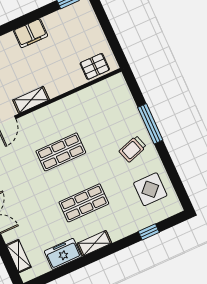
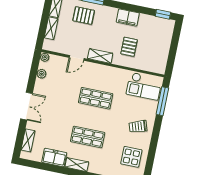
pallet: (95, 66) -> (129, 47), moved, turned 90
checkout: (106, 98) -> (144, 86), added
window: (150, 124) -> (162, 101), moved

